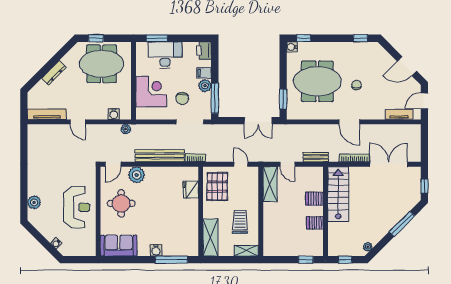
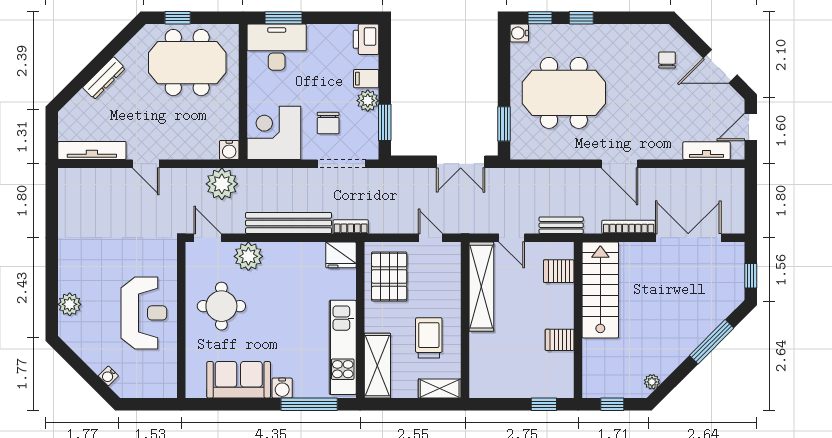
window: (360, 38) -> (581, 18), moved
desk: (165, 55) -> (277, 47), moved
chair: (357, 85) -> (667, 60), moved
corner desk: (151, 92) -> (274, 133), moved, turned -90
window: (215, 98) -> (385, 122), width x0.69
water cooler: (114, 114) -> (229, 150), moved
plant: (126, 129) -> (222, 184), width x1.88, depth x1.88
door: (113, 164) -> (207, 238), swing flipped
shelving: (270, 184) -> (481, 287), width x1.47
fridge: (191, 190) -> (341, 255), moved, turned -90
server rack: (314, 199) -> (559, 271), moved
kitchen unit: (191, 227) -> (343, 347), added
sofa: (119, 246) -> (239, 380), moved

